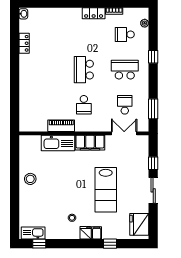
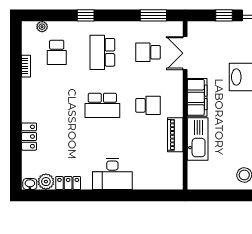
locker: (94, 13) -> (29, 137), moved
plant: (25, 26) -> (46, 182), added
desk: (31, 77) -> (112, 174), added

